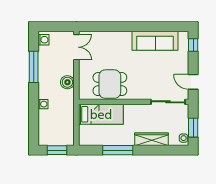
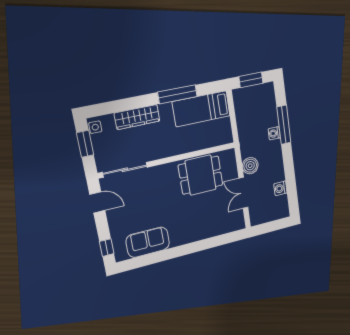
washing machine: (44, 40) -> (280, 188), moved
sofa: (155, 41) -> (148, 242), width x0.73
double door: (76, 47) -> (243, 193), moved
window: (34, 67) -> (284, 125), moved
bed: (101, 114) -> (201, 109), moved

